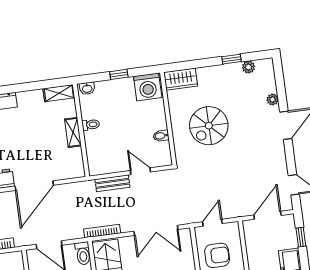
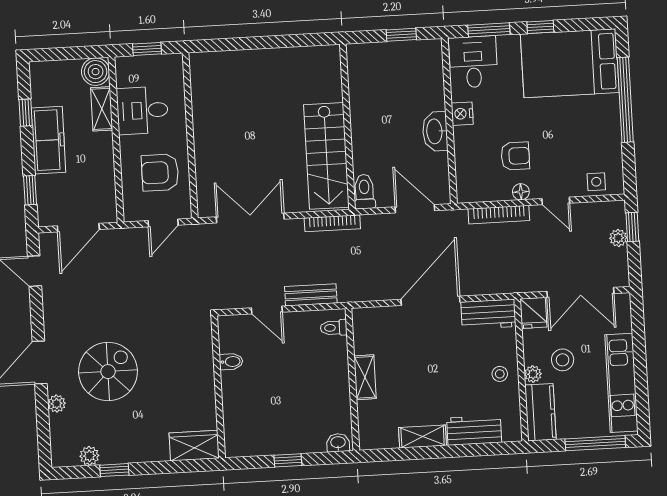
washing machine: (148, 87) -> (246, 438), removed
shelving: (59, 93) -> (423, 437), moved
toilet: (91, 125) -> (334, 328), moved
spiral stairs: (209, 126) -> (108, 372), moved

